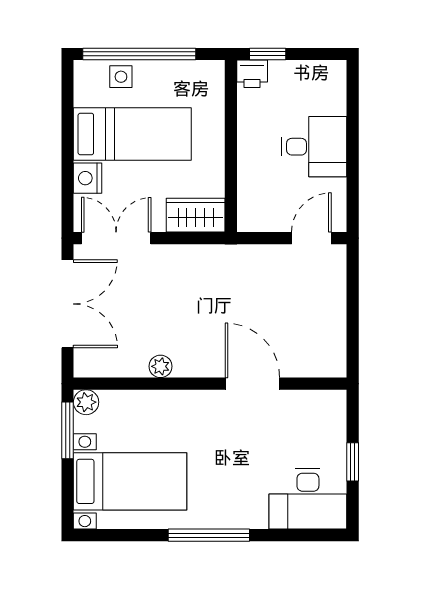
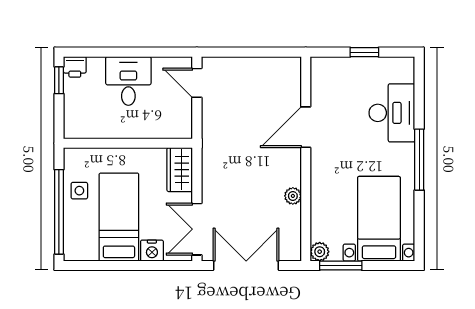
window: (268, 54) -> (59, 80), moved
printer: (252, 74) -> (75, 67), moved, turned 90
side table: (121, 77) -> (79, 191), moved
desk: (308, 499) -> (392, 113), moved

